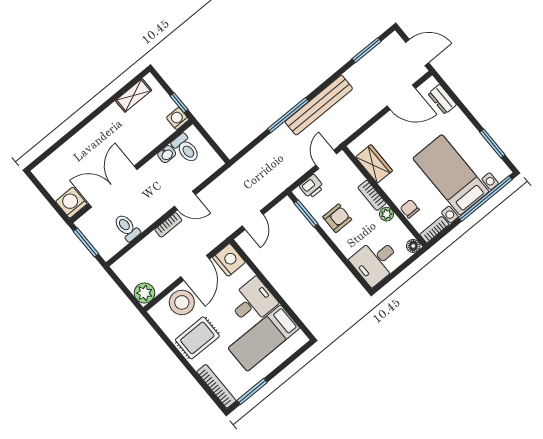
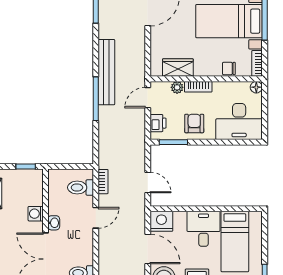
washing machine: (178, 119) -> (36, 214), moved
toilet: (186, 148) -> (81, 187), moved, turned 180
washbasin: (167, 154) -> (54, 223), moved
door: (326, 159) -> (148, 98), hinge flipped
plant: (387, 214) -> (177, 87), moved
bookcase: (168, 225) -> (103, 182), moved
desk: (376, 261) -> (239, 122), width x1.37

